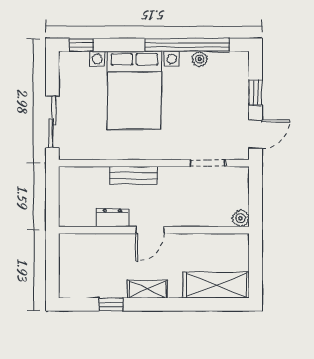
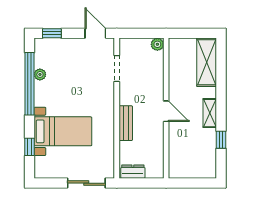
window: (82, 45) -> (29, 147), moved
bed with nightstands: (134, 90) -> (63, 131), width x0.73
window: (256, 93) -> (52, 33), moved
dresser: (112, 218) -> (133, 172), moved, turned 90

